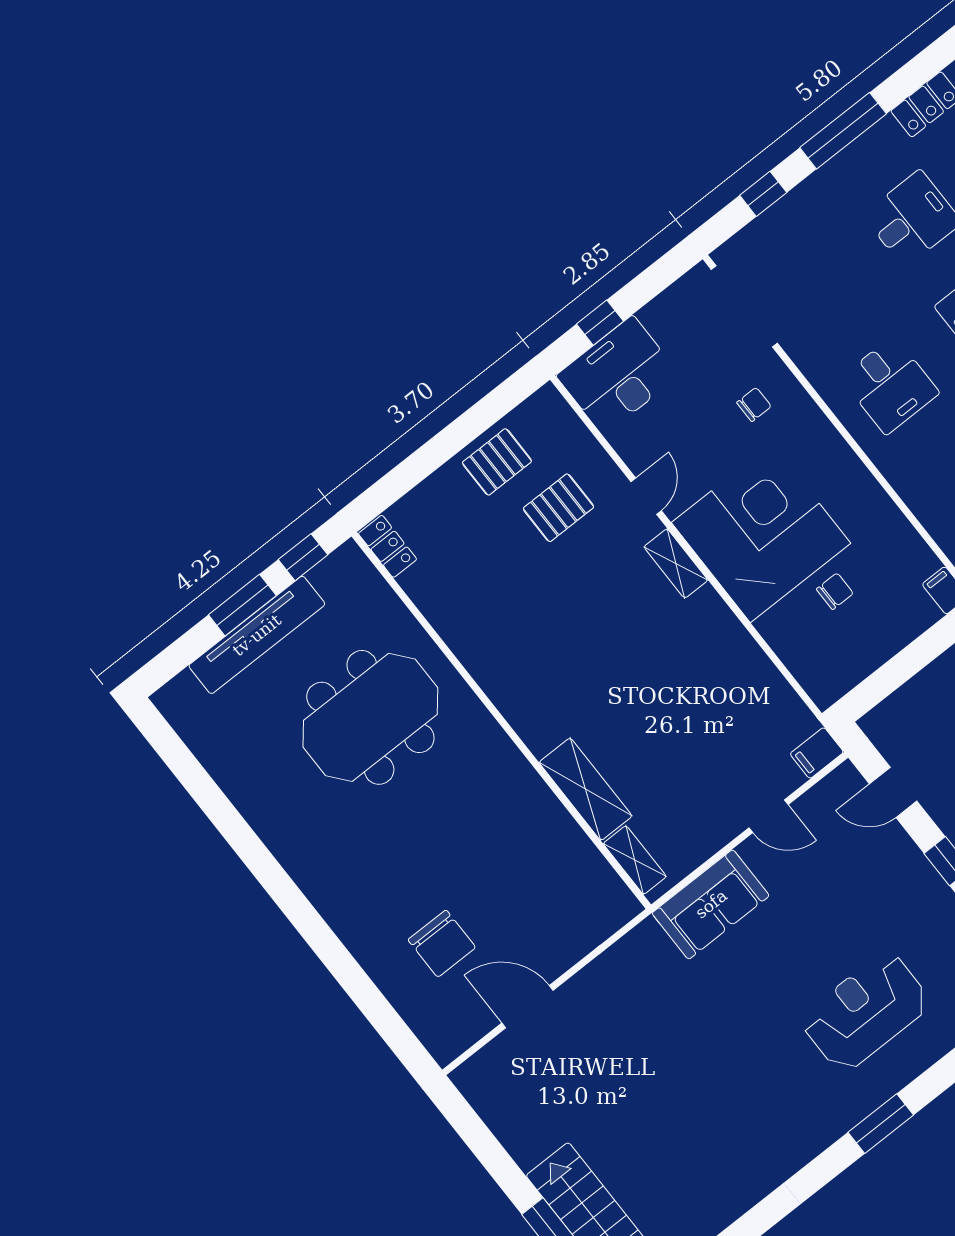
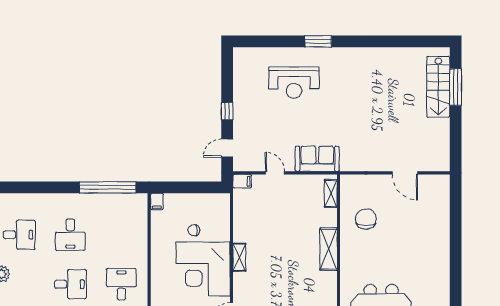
shelving: (676, 563) -> (239, 257), moved
shelving: (586, 789) -> (329, 249), moved
door: (893, 792) -> (227, 148), swing flipped
chair: (442, 944) -> (366, 219), moved

